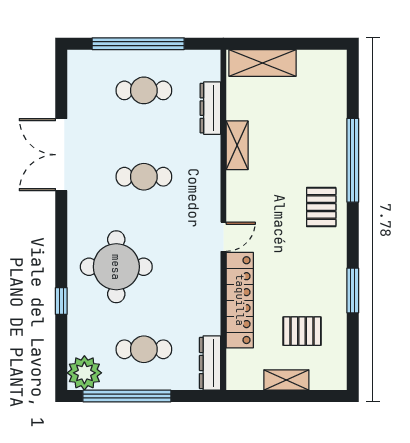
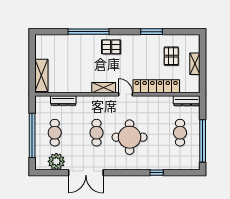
shelving: (237, 145) -> (104, 88), moved
round table: (116, 267) -> (130, 137), moved
plant: (84, 373) -> (56, 161), moved

